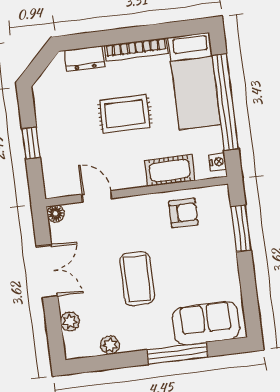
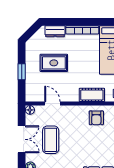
rug: (125, 114) -> (54, 63), moved
armchair: (183, 213) -> (96, 118), turned 90
coffee table: (137, 279) -> (51, 140), moved

